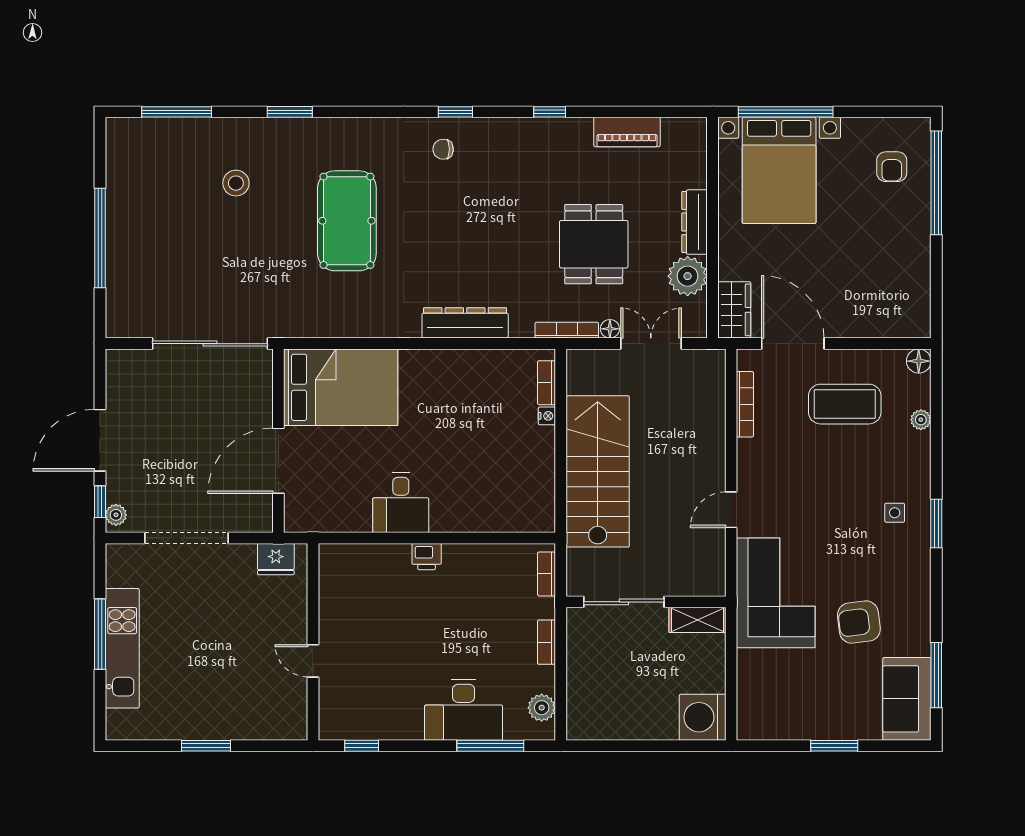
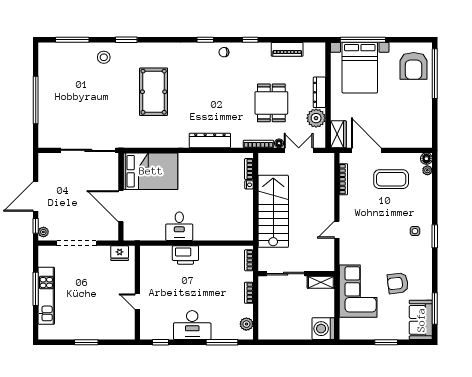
chair: (443, 149) -> (224, 52), moved
armchair: (892, 167) -> (414, 66), width x1.88, depth x1.88
stool: (236, 183) -> (104, 57), moved
plant: (921, 420) -> (427, 170), moved
door: (278, 461) -> (121, 206), hinge flipped
printer: (427, 557) -> (185, 255), width x1.87, depth x1.48
corner sofa: (776, 593) -> (358, 291), moved
desk: (464, 710) -> (192, 325), moved

